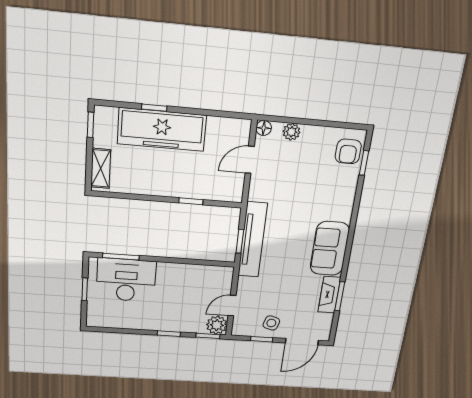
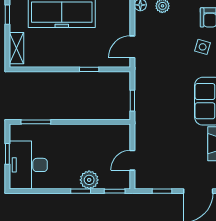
door: (250, 160) -> (132, 47), moved
tv unit: (253, 240) -> (143, 98), removed
desk: (126, 280) -> (28, 165), moved, turned -90
side table: (271, 323) -> (203, 47), moved
plant: (217, 325) -> (89, 180), moved

